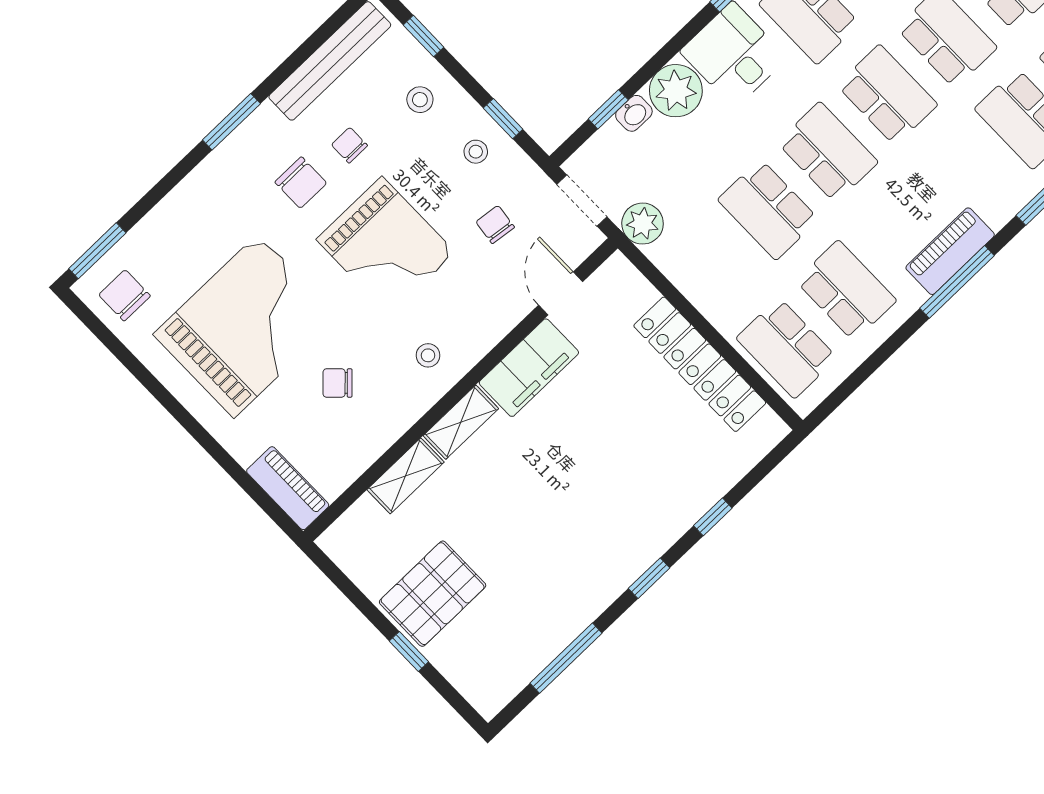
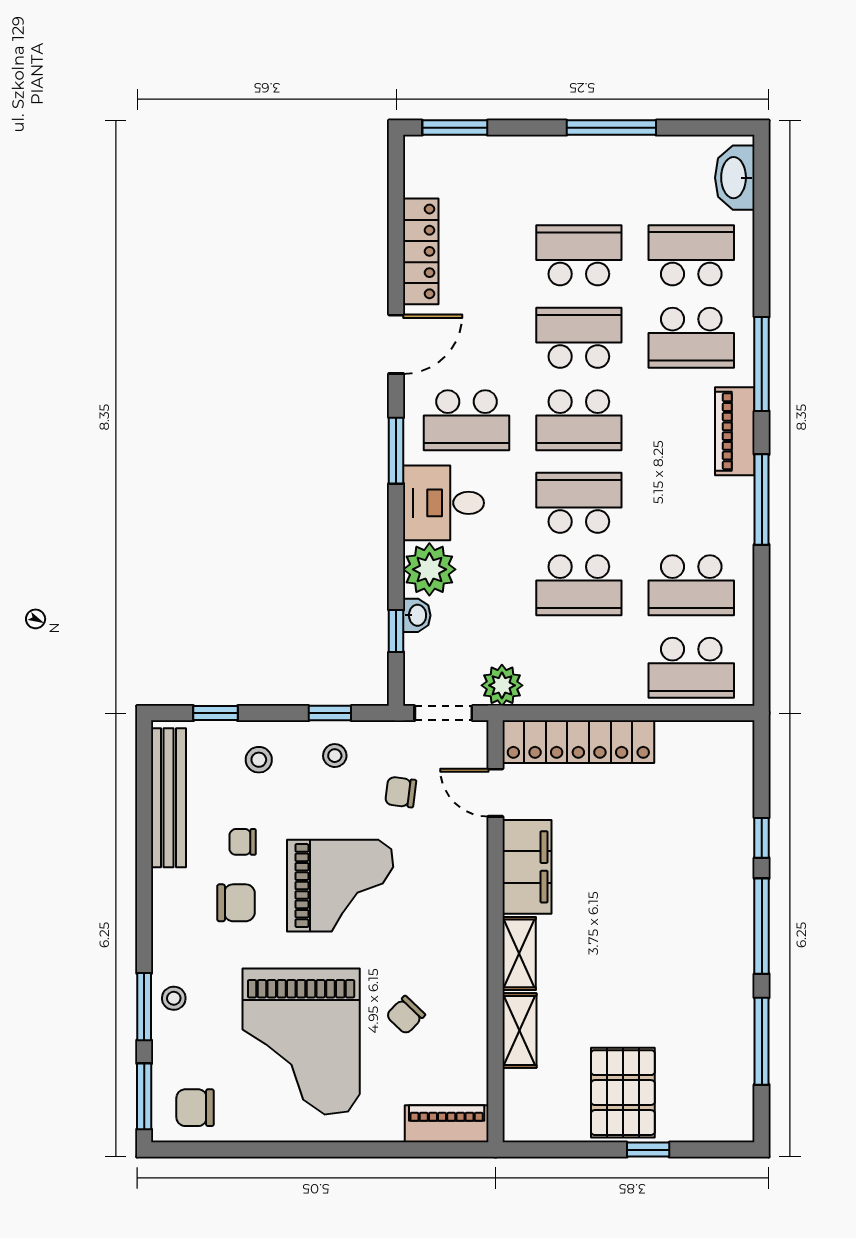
school desk: (887, 95) -> (579, 420), turned 180
window: (231, 122) -> (144, 1007), moved
piano: (950, 251) -> (735, 431), moved
school desk: (846, 291) -> (691, 585), turned 180
grand piano: (246, 326) -> (301, 1041), turned 180
stool: (428, 355) -> (174, 998), moved
locker: (700, 364) -> (578, 742), moved
window: (649, 578) -> (762, 926), width x2.17

